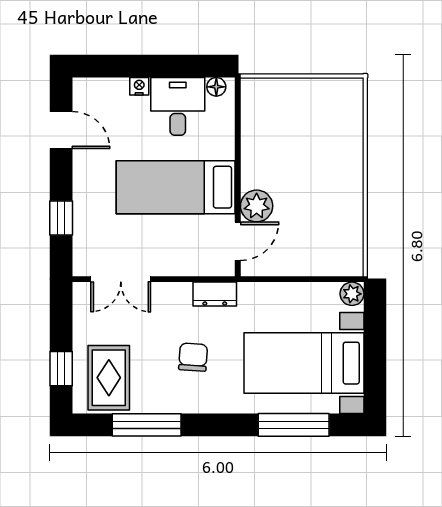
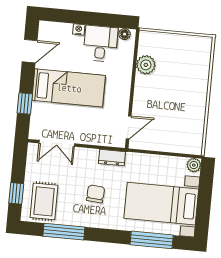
door: (61, 130) -> (30, 51), hinge flipped
bed: (176, 187) -> (69, 88), moved, turned 180
plant: (257, 206) -> (146, 65), moved

